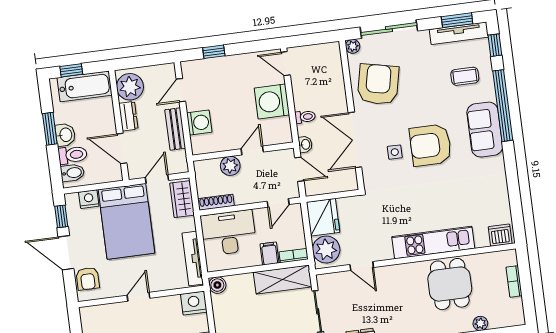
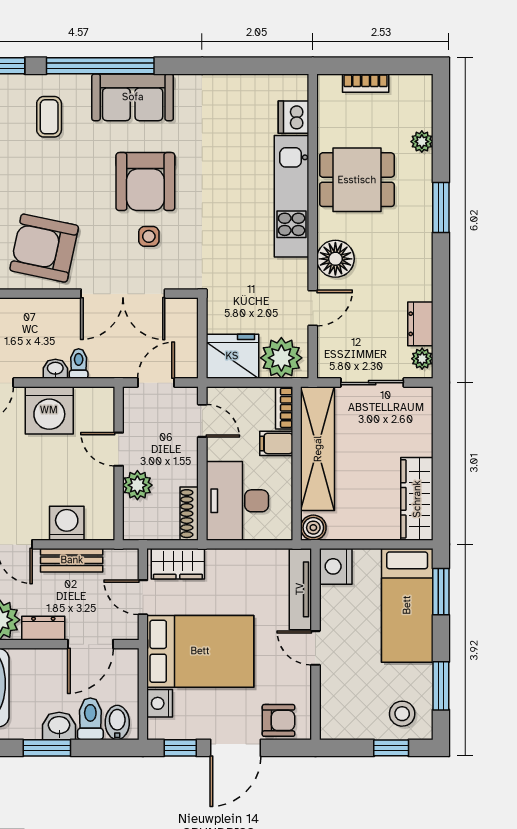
washbasin: (305, 144) -> (55, 369), moved
dishwasher: (500, 235) -> (294, 117), moved
tv unit: (193, 259) -> (300, 589), moved, turned 90
floor lamp: (396, 277) -> (335, 259), added
shelving: (283, 279) -> (318, 449), width x1.47

